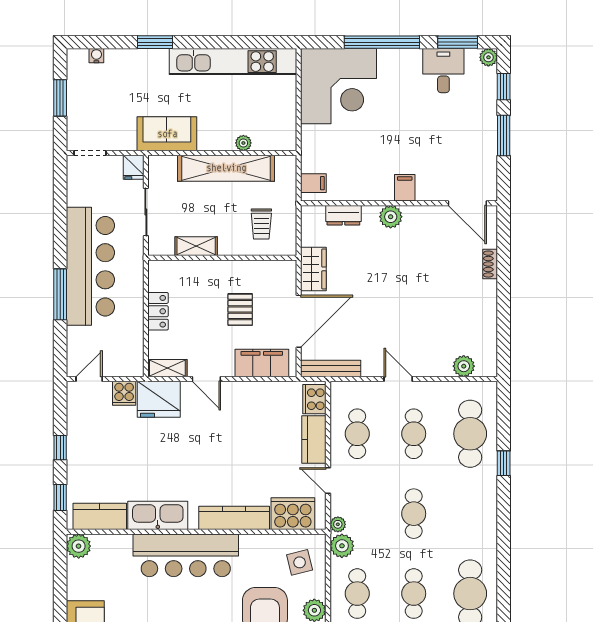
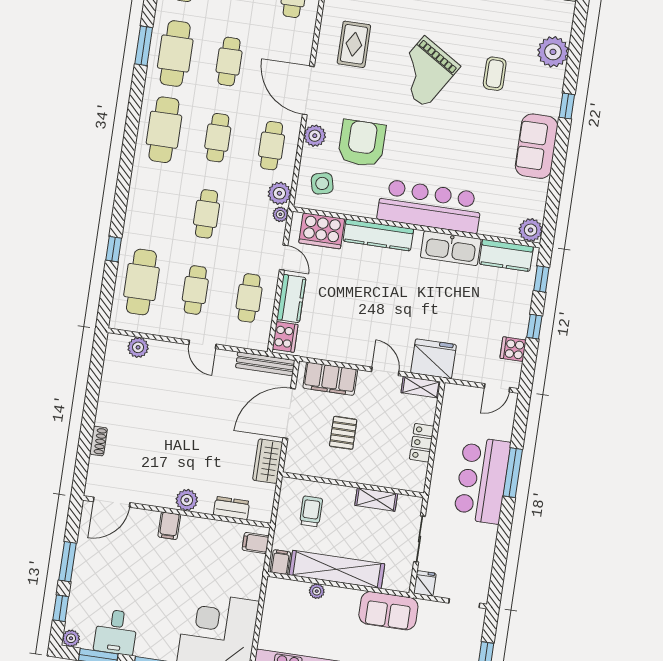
filing cabinet: (285, 167) -> (280, 562), added
door: (467, 203) -> (112, 502), swing flipped
bar counter: (90, 266) -> (482, 480), width x0.73
cooker: (124, 393) -> (513, 349), moved, turned -90

